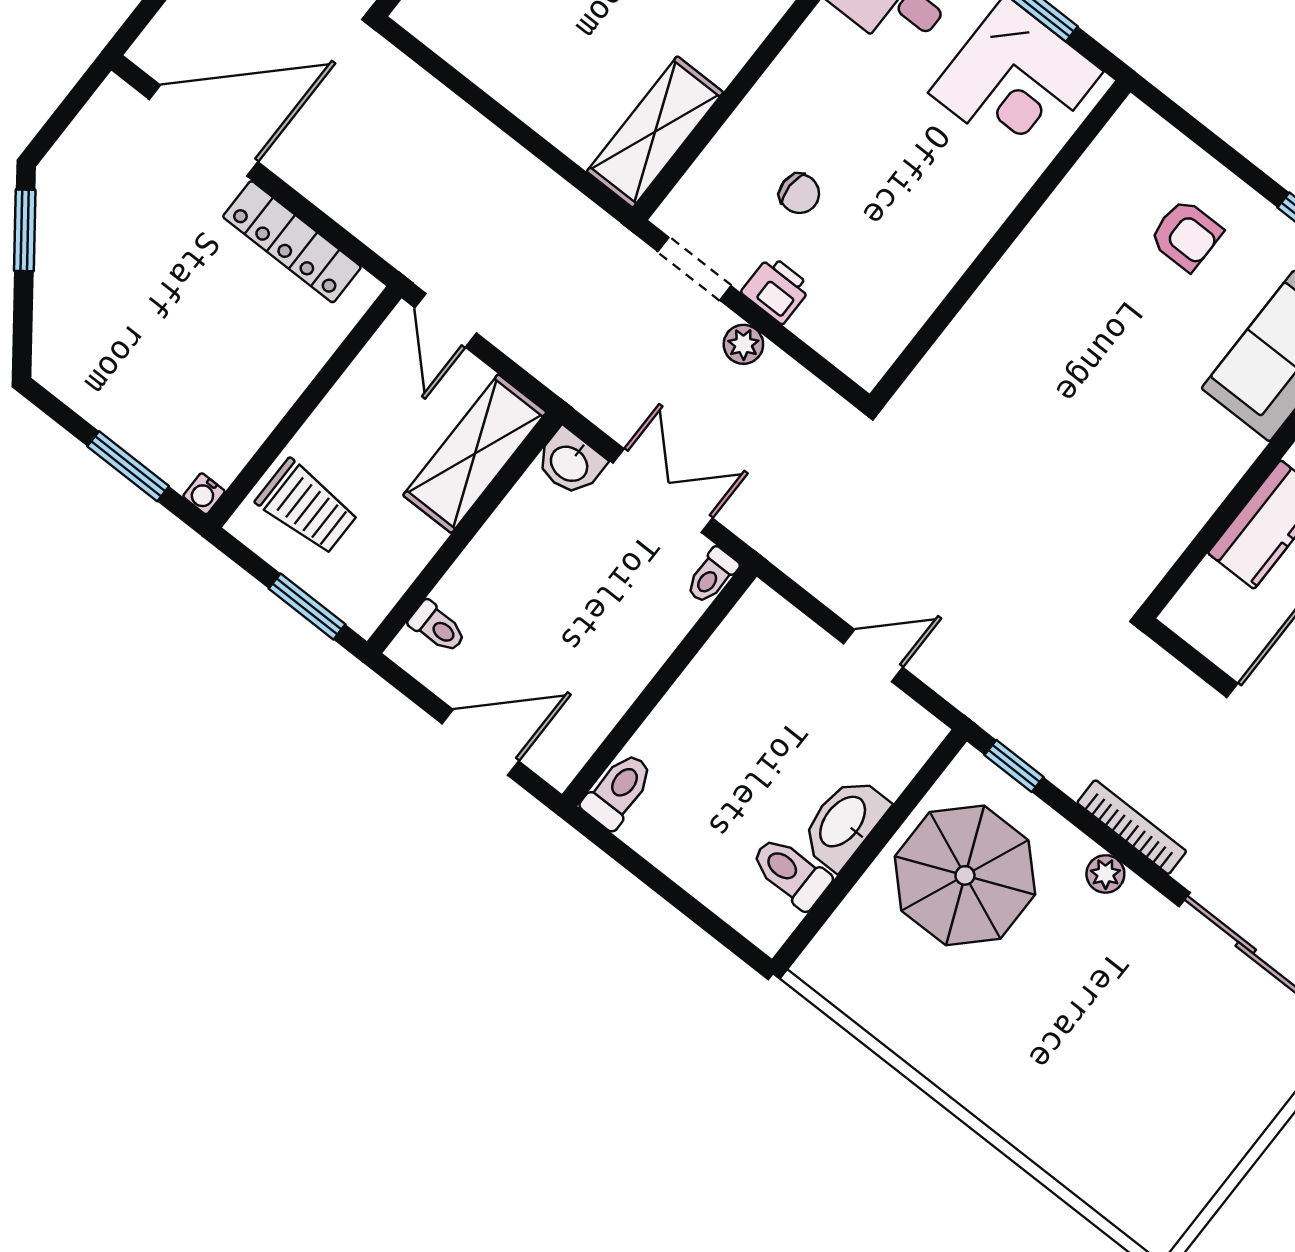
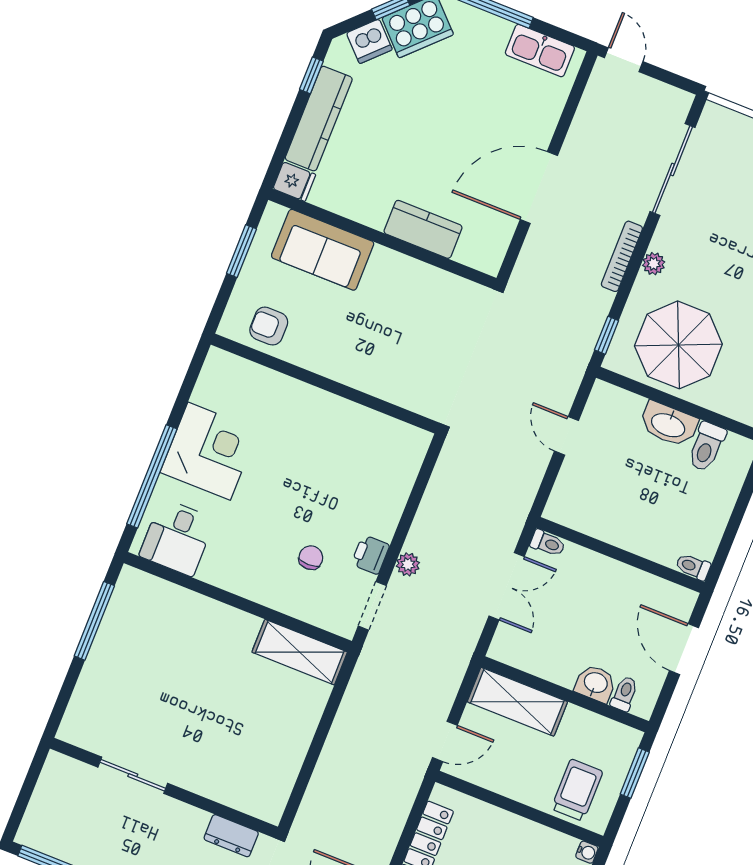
armchair: (1186, 235) -> (269, 326), turned -90
wall: (1000, 243) -> (325, 384), moved
washbasin: (570, 463) -> (595, 683), moved, turned -90
double door: (663, 491) -> (507, 586), swing flipped
toilet: (618, 791) -> (693, 567), width x0.73, depth x0.72

